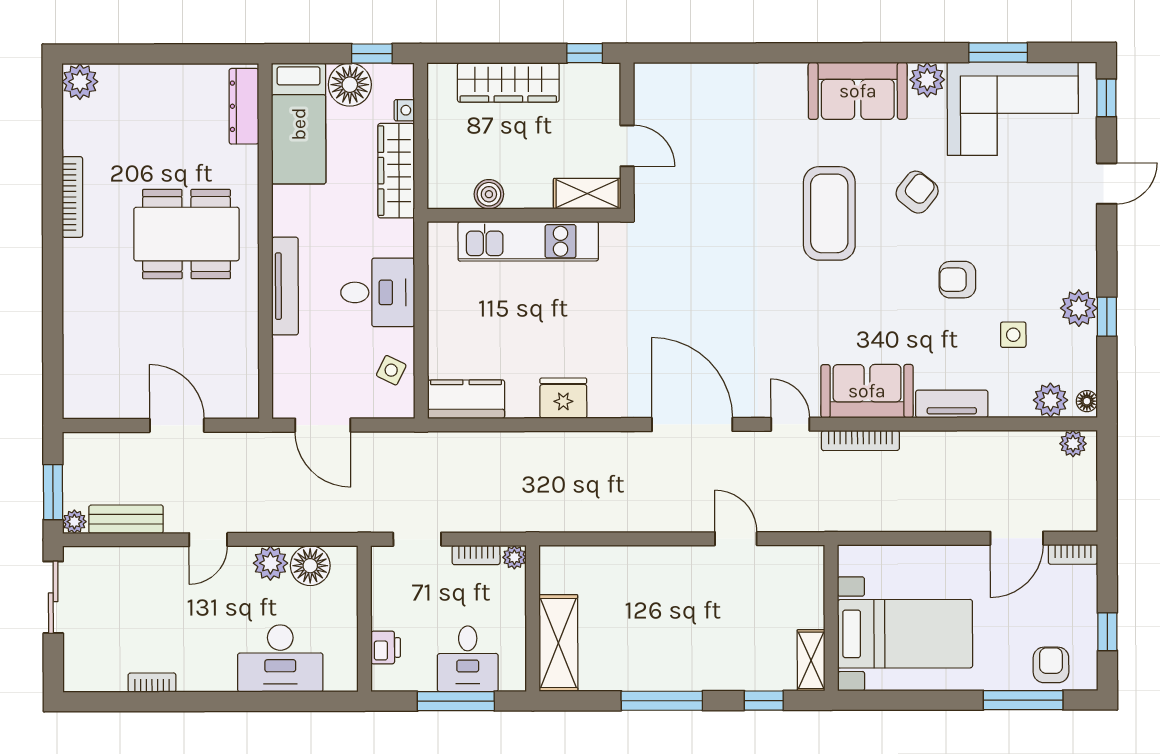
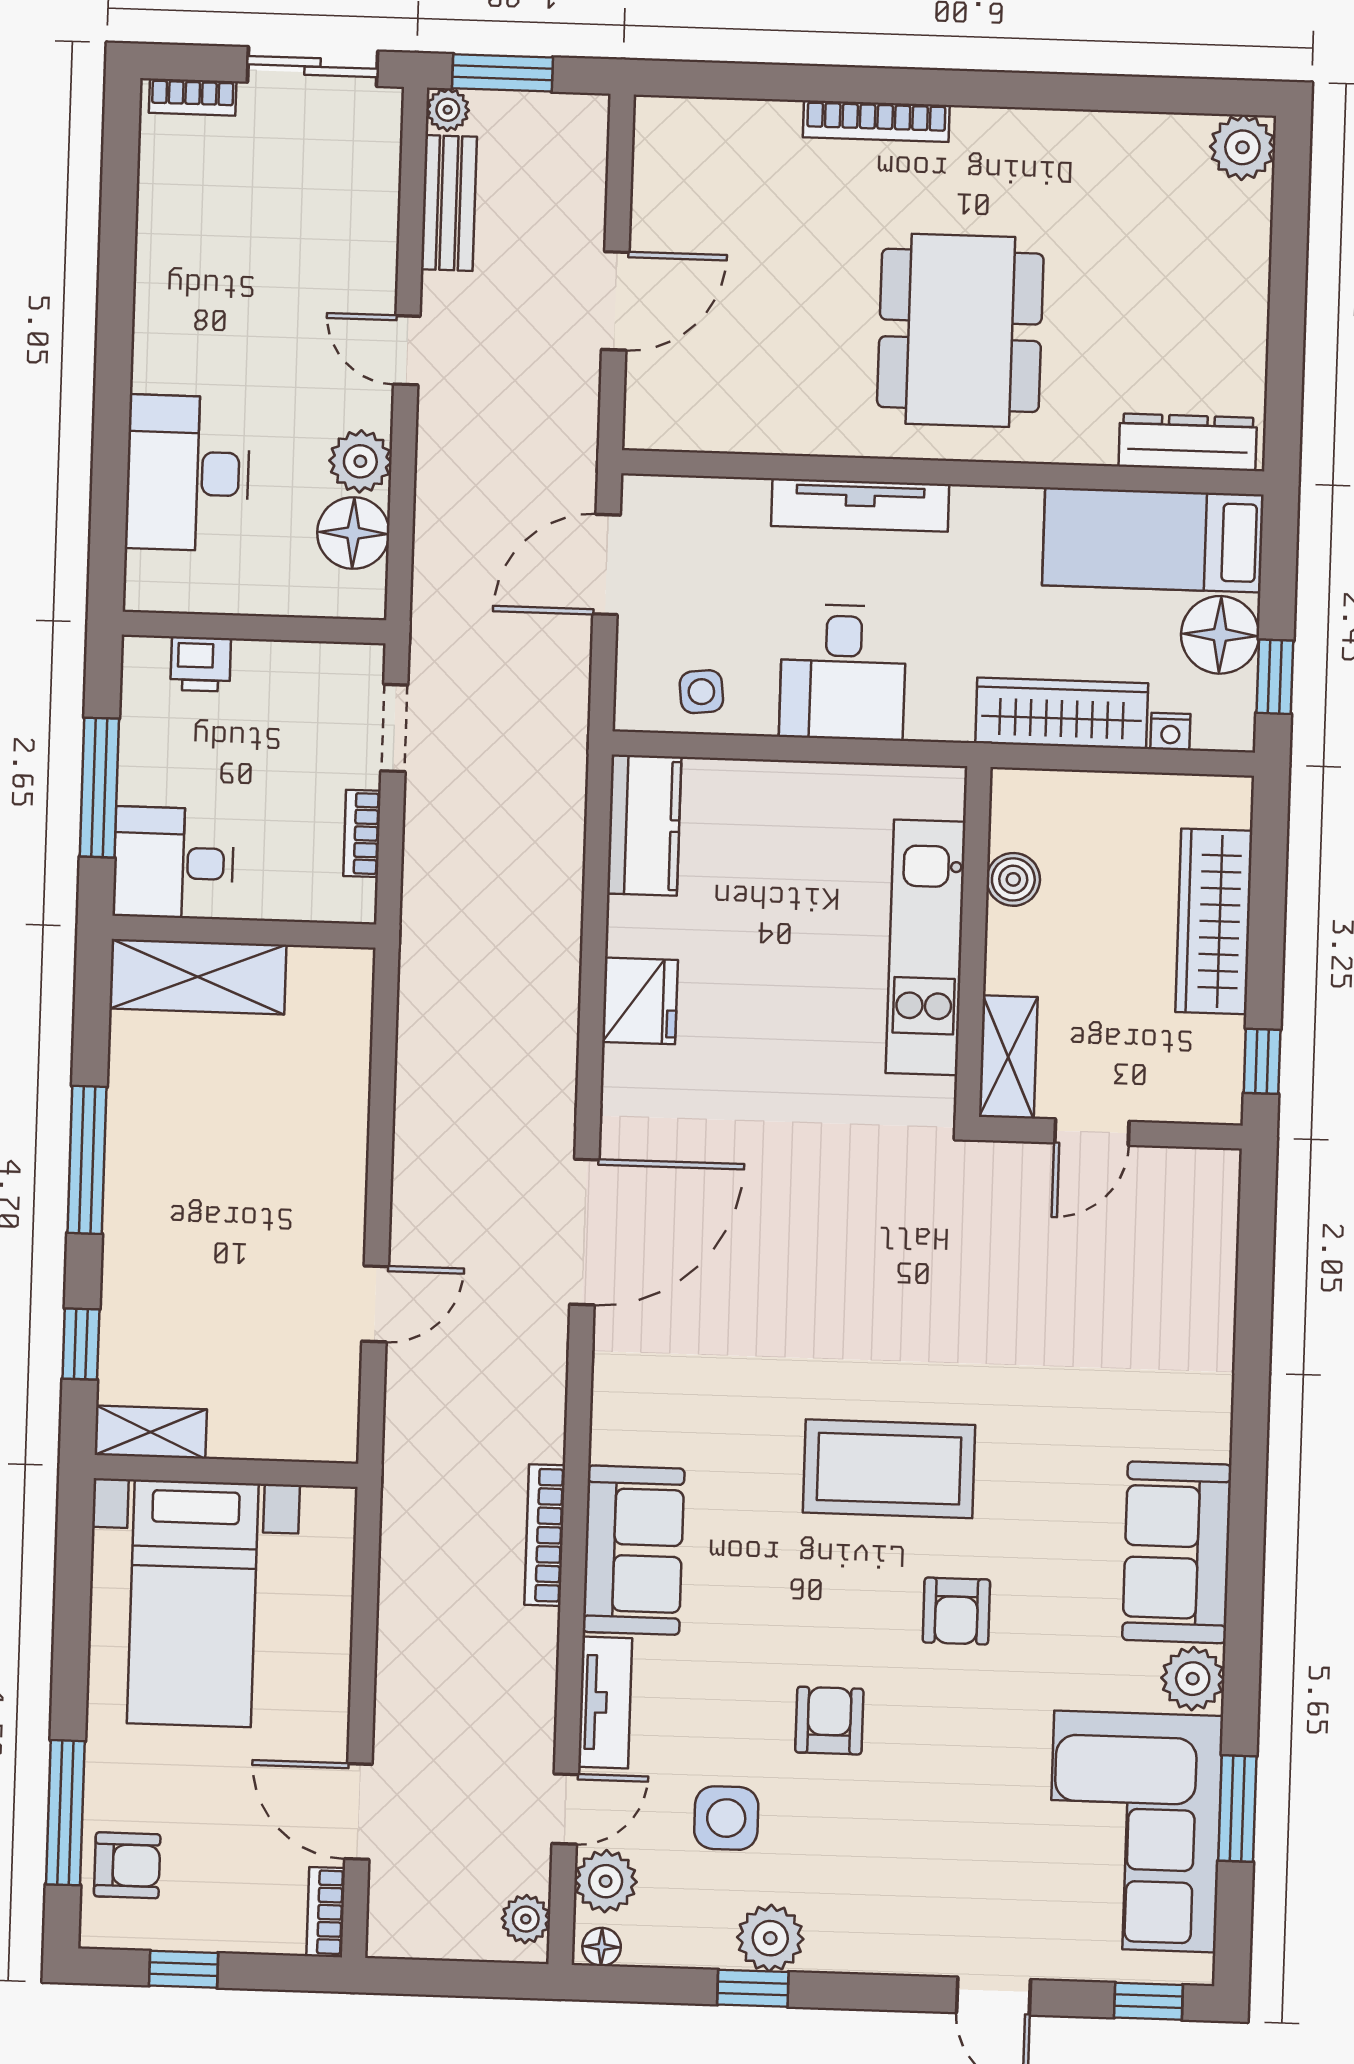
armchair: (917, 192) -> (956, 1611), moved, turned 52
bookcase: (72, 197) -> (876, 121), moved
coffee table: (829, 213) -> (889, 1469), moved
side table: (1013, 335) -> (726, 1818), width x1.37, depth x1.37
side table: (391, 370) -> (701, 692), turned -32
door: (790, 424) -> (565, 1809), moved
plant: (514, 557) -> (356, 902), removed
desk: (468, 659) -> (173, 863), moved
bookcase: (152, 683) -> (193, 97), moved, turned 90

